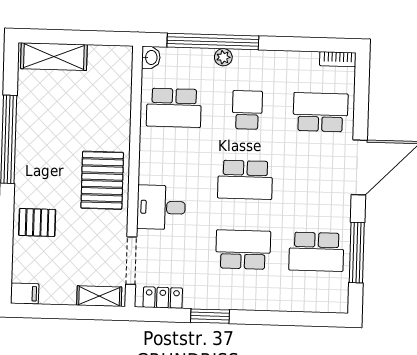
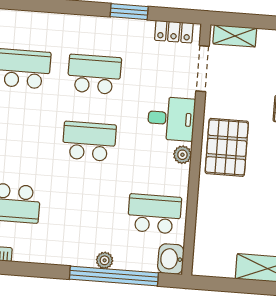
washbasin: (151, 57) -> (171, 259), width x1.38, depth x1.45
school desk: (247, 110) -> (84, 208), removed
plant: (148, 170) -> (182, 155), added
school desk: (243, 250) -> (94, 74), turned 180

